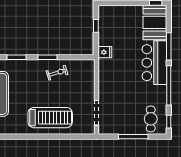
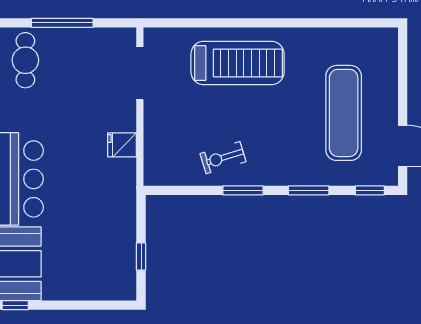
fridge: (105, 52) -> (122, 145), moved
treadmill: (50, 118) -> (238, 63), turned 180

